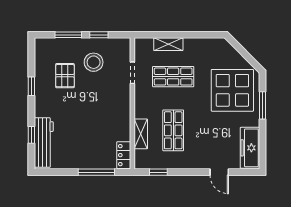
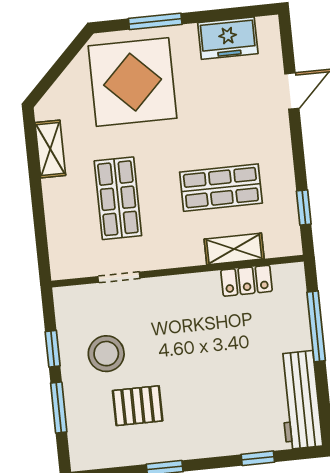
shelving: (168, 44) -> (50, 149), moved
workbench: (44, 143) -> (300, 400), moved, turned -90
freezer: (250, 148) -> (228, 38), width x0.71
locker: (124, 155) -> (246, 281), moved

